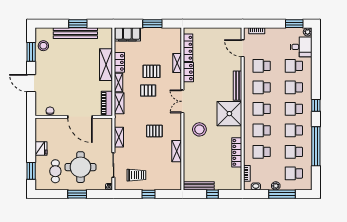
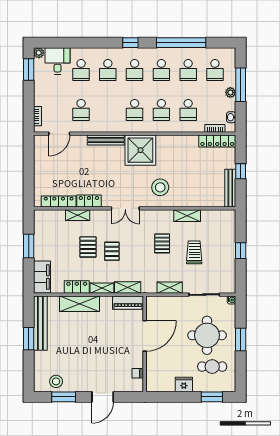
bench: (75, 33) -> (40, 323), moved
school desk: (262, 87) -> (108, 110), removed
locker: (237, 152) -> (217, 141), moved
trolley: (136, 175) -> (194, 252), moved

